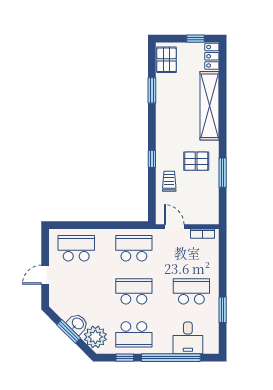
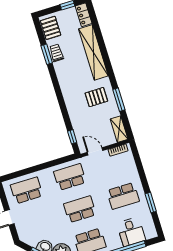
window: (152, 159) -> (72, 137), moved
trolley: (169, 181) -> (56, 53), moved
shelving: (212, 209) -> (119, 129), added
school desk: (191, 291) -> (123, 196), turned 180

